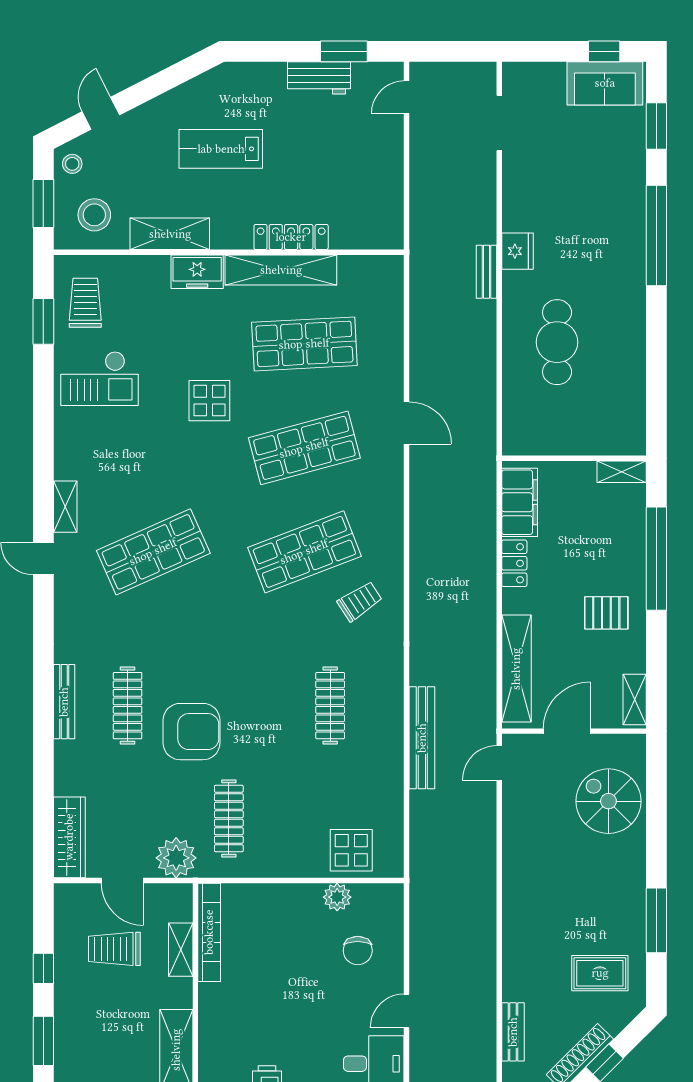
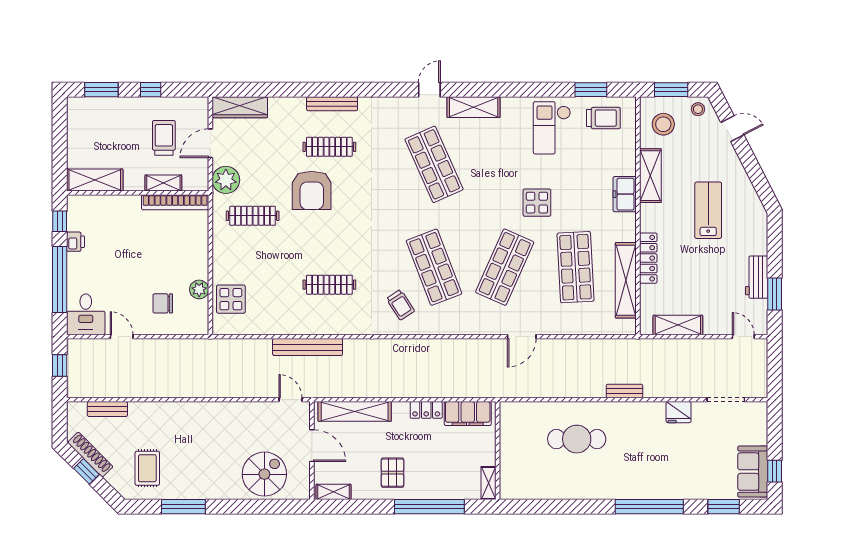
shelving: (389, 193) -> (678, 325), added
fridge: (517, 251) -> (679, 412), moved
shelving: (281, 270) -> (626, 280), moved
shop shelf: (304, 448) -> (505, 267), turned 39
shelving: (65, 507) -> (474, 107), width x1.50, depth x1.33

